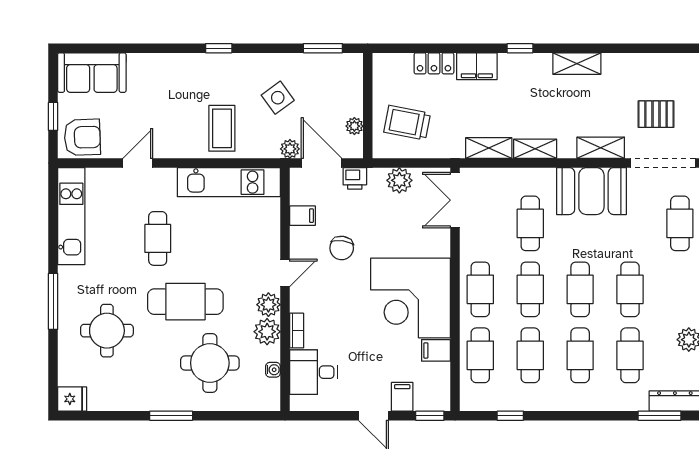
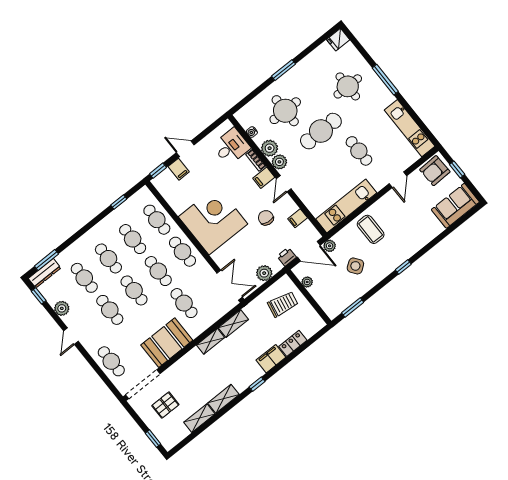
shelving: (601, 148) -> (199, 418), moved
filing cabinet: (436, 350) -> (264, 178), moved, turned 180

